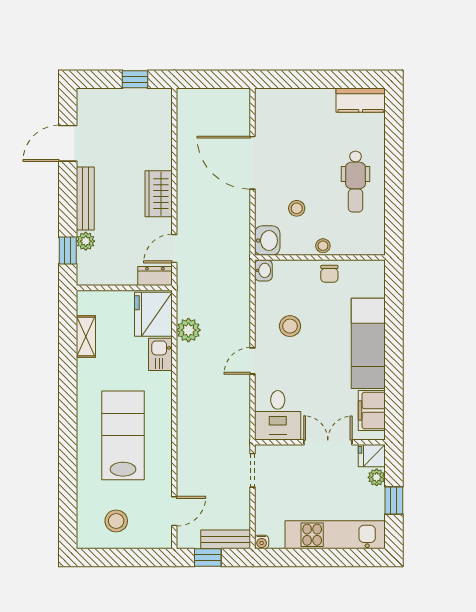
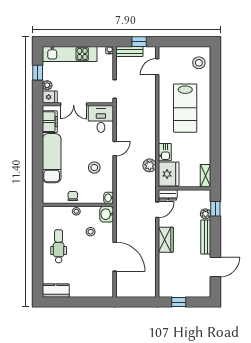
shelving: (86, 336) -> (205, 176), moved
stool: (116, 521) -> (199, 63), moved

